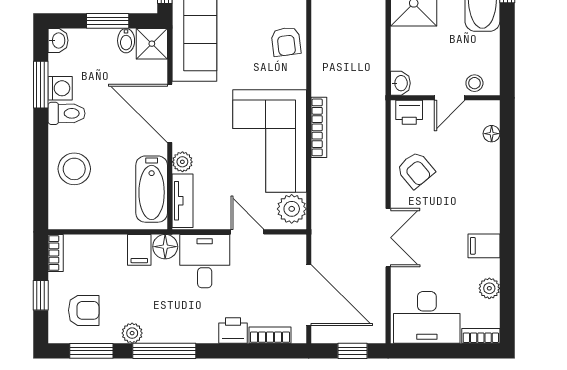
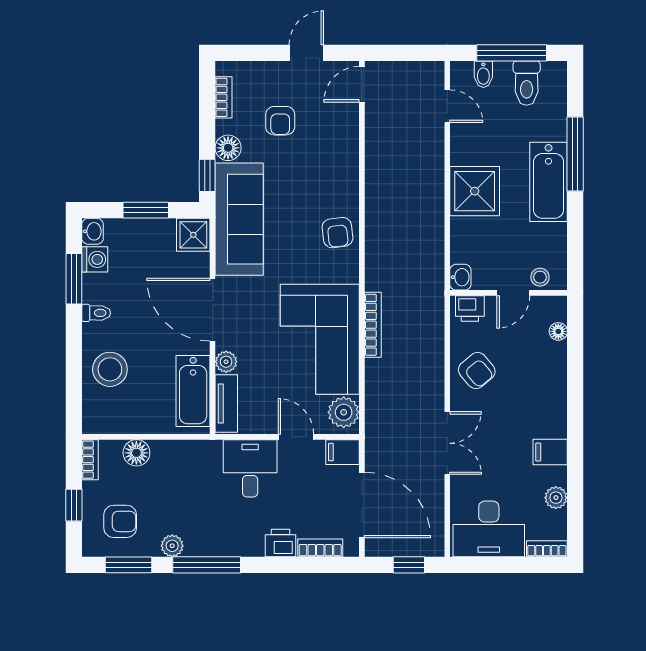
bidet: (126, 41) -> (166, 231), removed
washing machine: (60, 88) -> (95, 259), moved
toilet: (67, 113) -> (96, 313), width x0.73, depth x0.72
floor lamp: (165, 247) -> (136, 453), moved
filing cabinet: (139, 250) -> (343, 452), moved, turned 90

